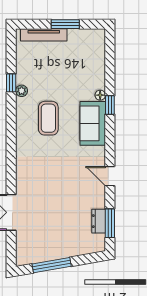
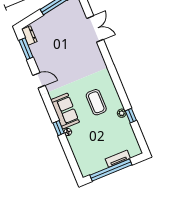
window: (65, 24) -> (111, 170), width x2.11
tv unit: (44, 35) -> (118, 159), width x0.71
dresser: (99, 221) -> (29, 35), moved

